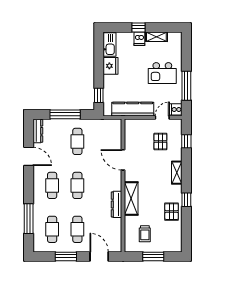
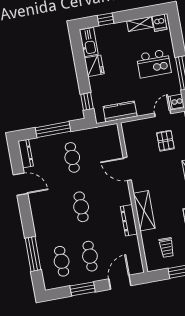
window: (138, 27) -> (105, 19), moved
dishwasher: (139, 39) -> (159, 23), moved
kitchen counter: (133, 109) -> (120, 111), width x0.67
cafe table: (52, 185) -> (53, 212), removed
door: (99, 256) -> (120, 282), hinge flipped

